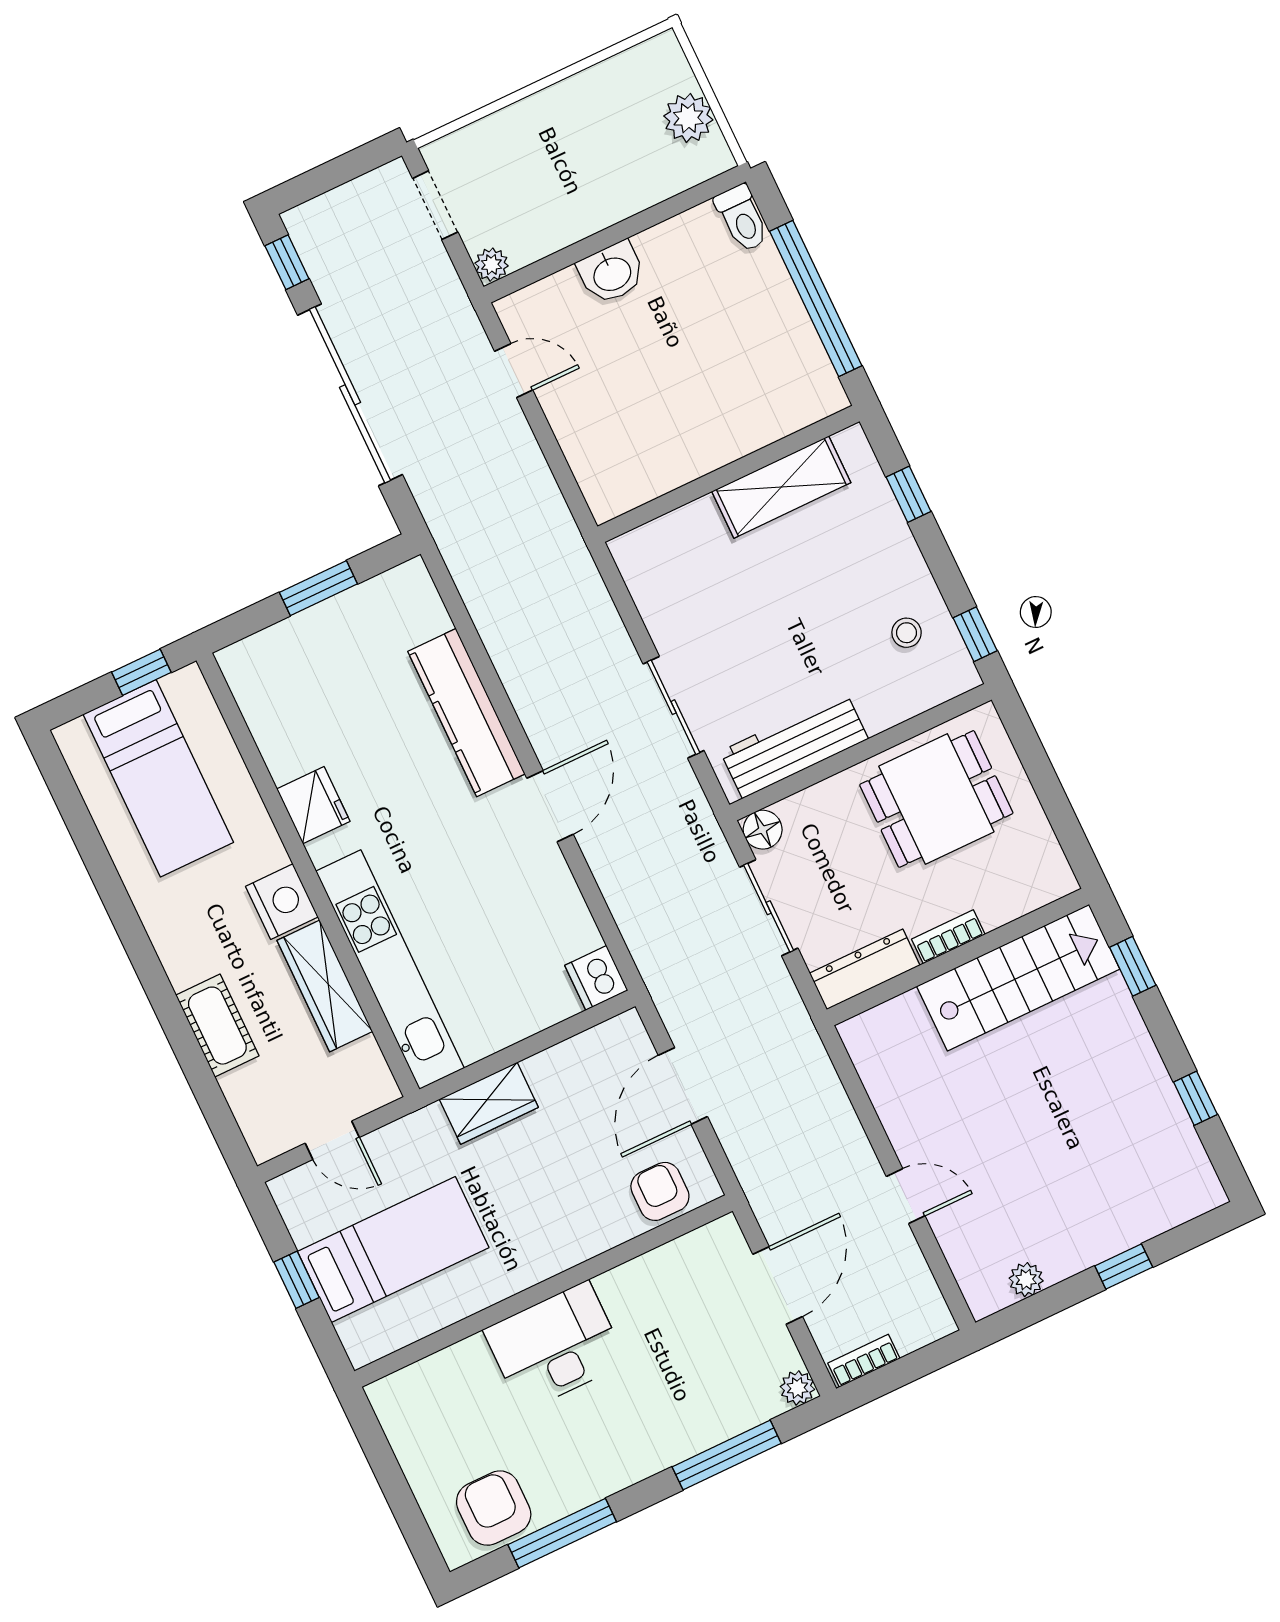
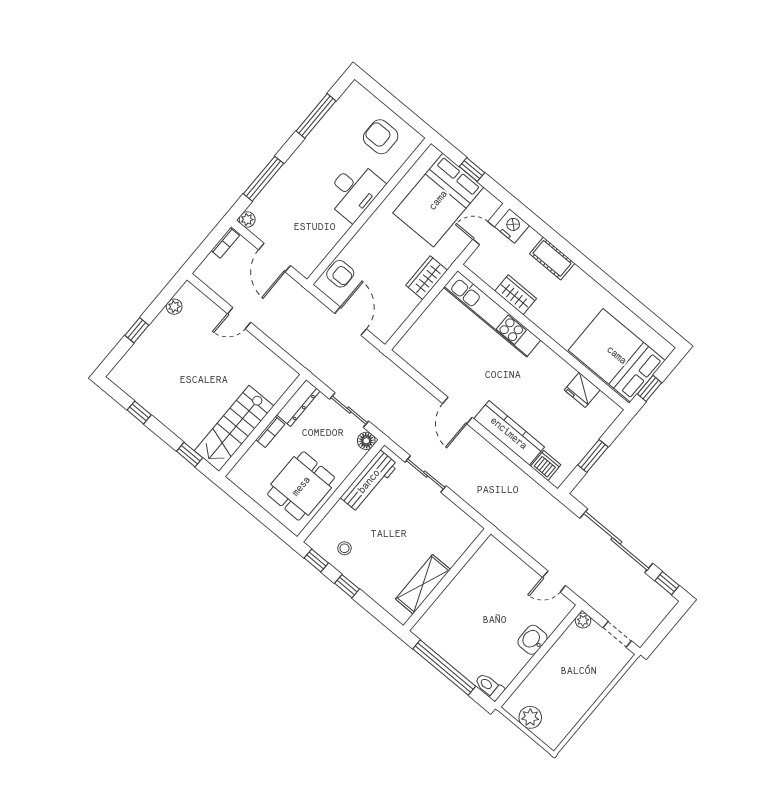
window: (909, 494) -> (347, 586), moved
bed: (158, 778) -> (617, 355), width x1.50
fridge: (313, 805) -> (582, 390), moved
nightstand: (282, 902) -> (512, 226), moved, turned 180
dishwasher: (596, 978) -> (546, 466), moved
wardrobe: (325, 986) -> (516, 295), width x0.67
bed: (393, 1249) -> (438, 200), width x1.50
armchair: (494, 1508) -> (381, 137), moved, turned 180

